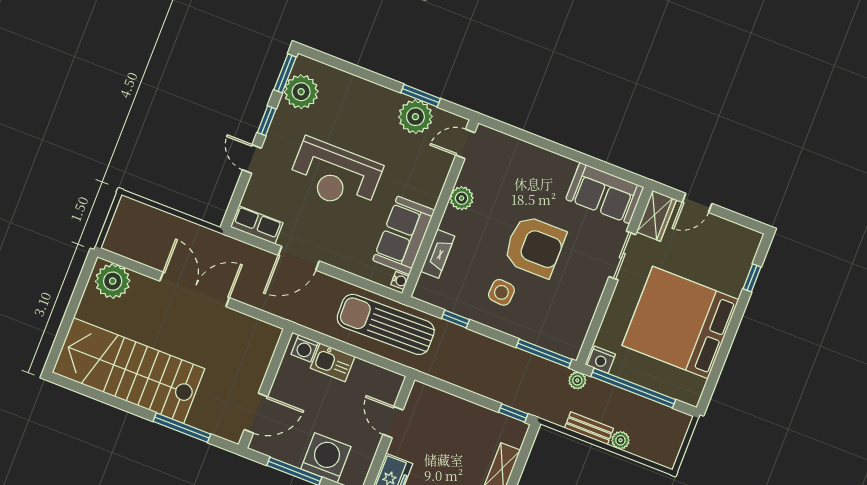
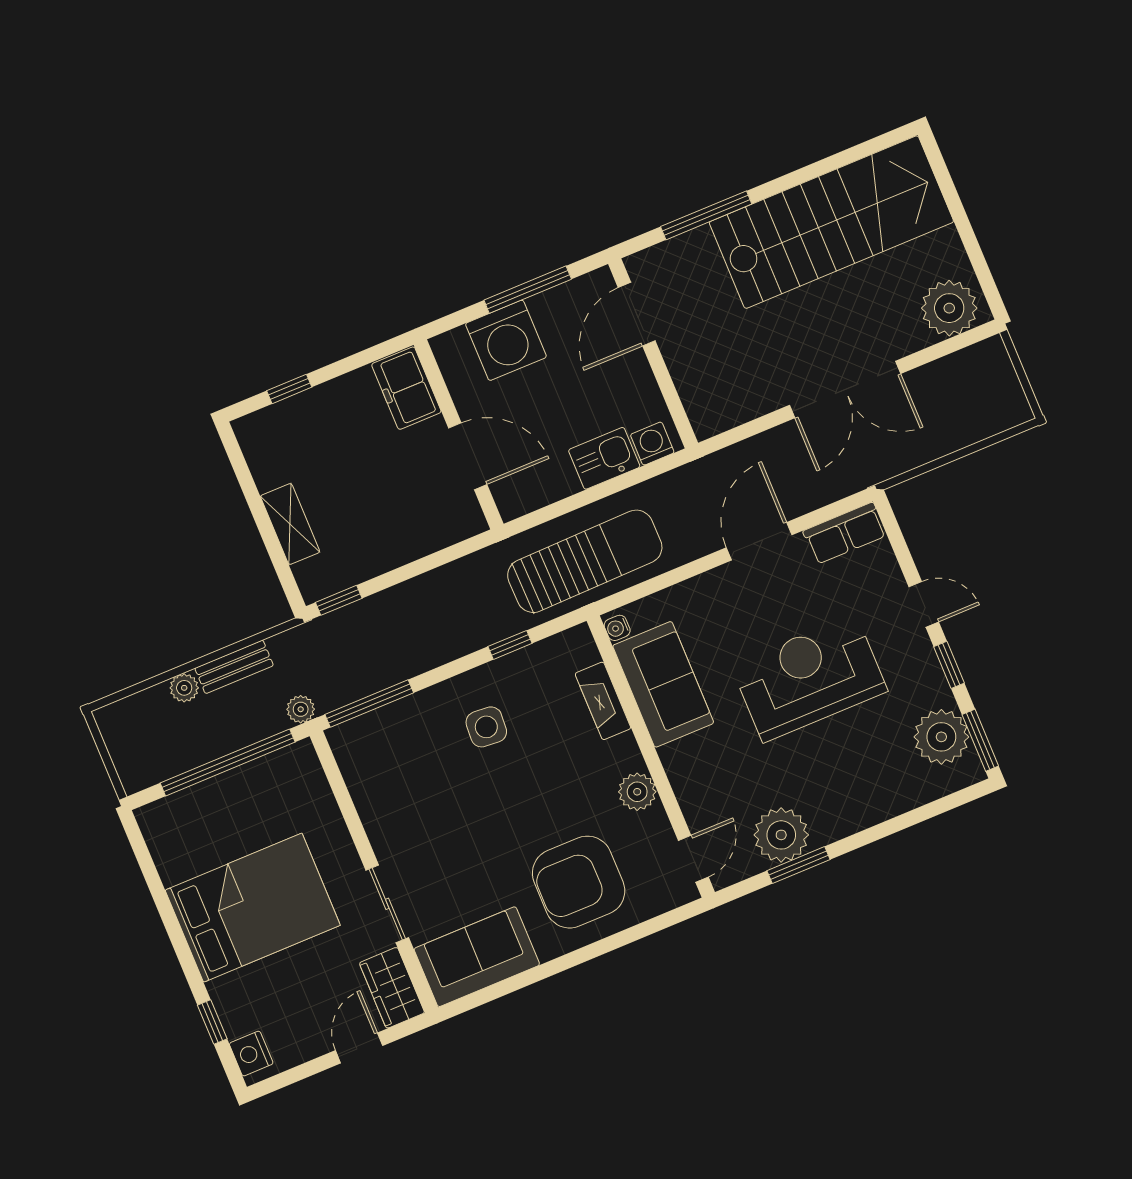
armchair: (535, 246) -> (579, 882), moved
bed: (680, 322) -> (253, 908), width x0.73
nightstand: (601, 360) -> (251, 1054), moved, turned -90
door: (393, 422) -> (468, 456), width x1.38

